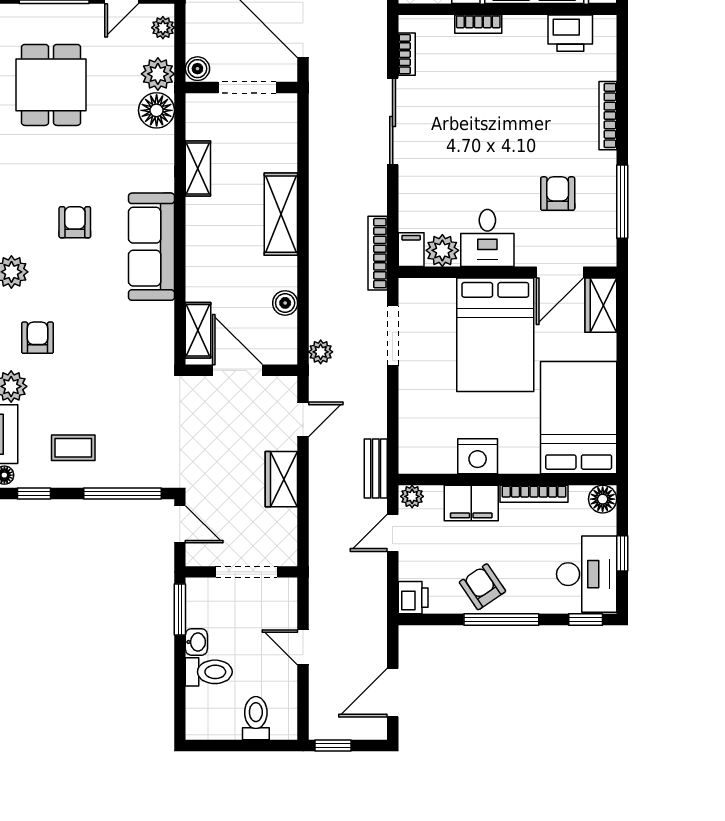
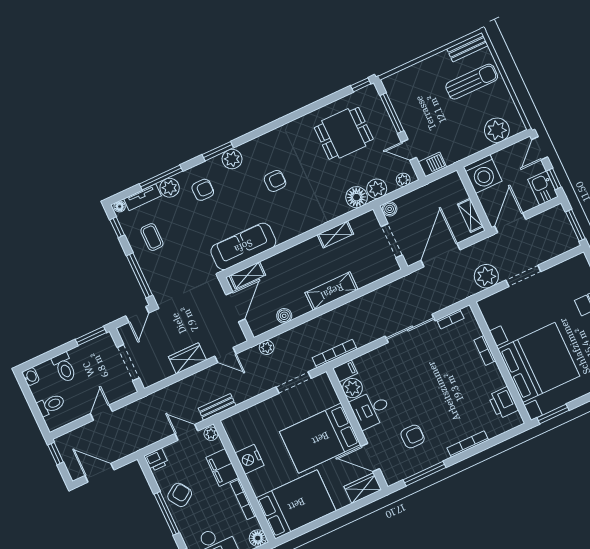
sofa: (151, 247) -> (243, 246), moved
washbasin: (196, 642) -> (31, 377), moved, turned -90

